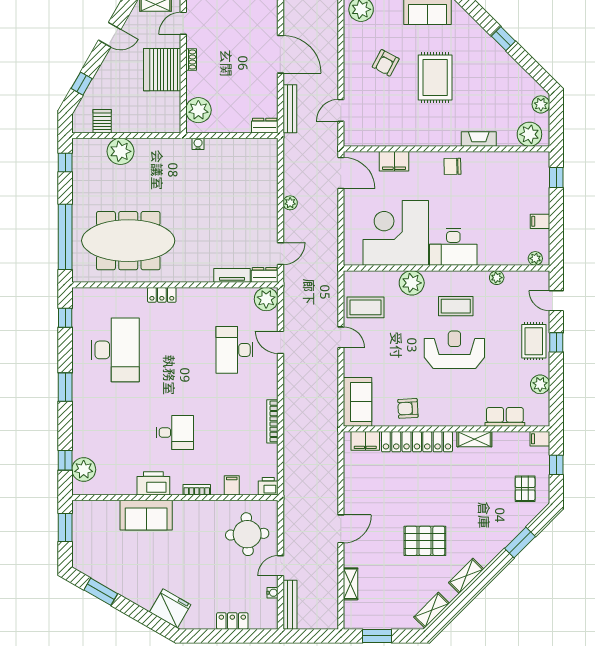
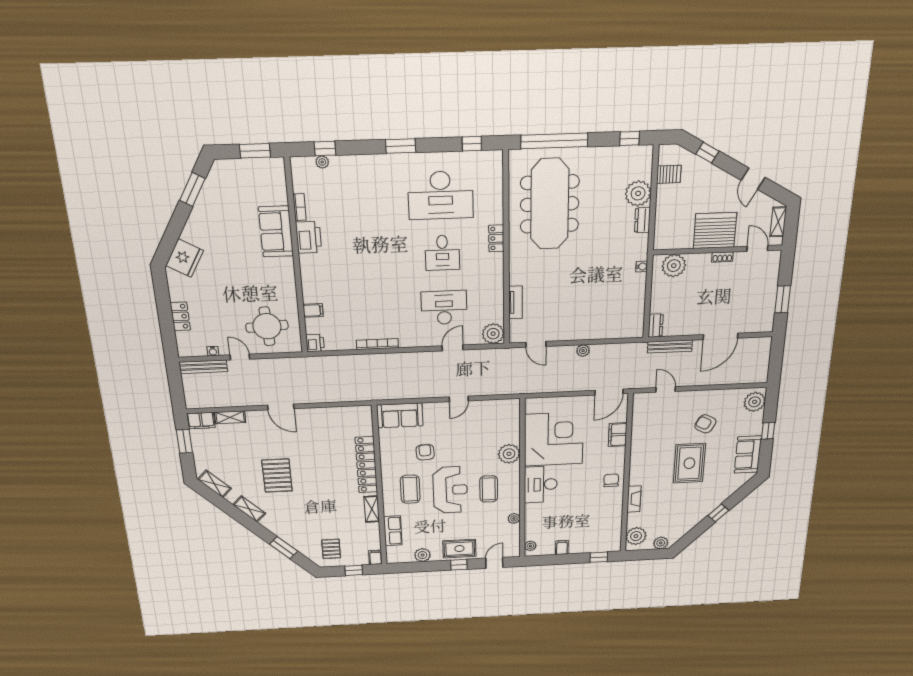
rug: (435, 78) -> (689, 463), turned 90
dresser: (265, 275) -> (642, 220), moved, turned 180
coffee table: (366, 307) -> (410, 489), moved
armchair: (408, 408) -> (425, 452), moved
desk: (175, 433) -> (442, 253), moved
filing cabinet: (365, 441) -> (201, 421), moved, turned -90
plant: (84, 470) -> (322, 162), width x0.53, depth x0.53
pallet: (525, 489) -> (331, 549), turned 90
bookcase: (197, 490) -> (300, 207), moved

